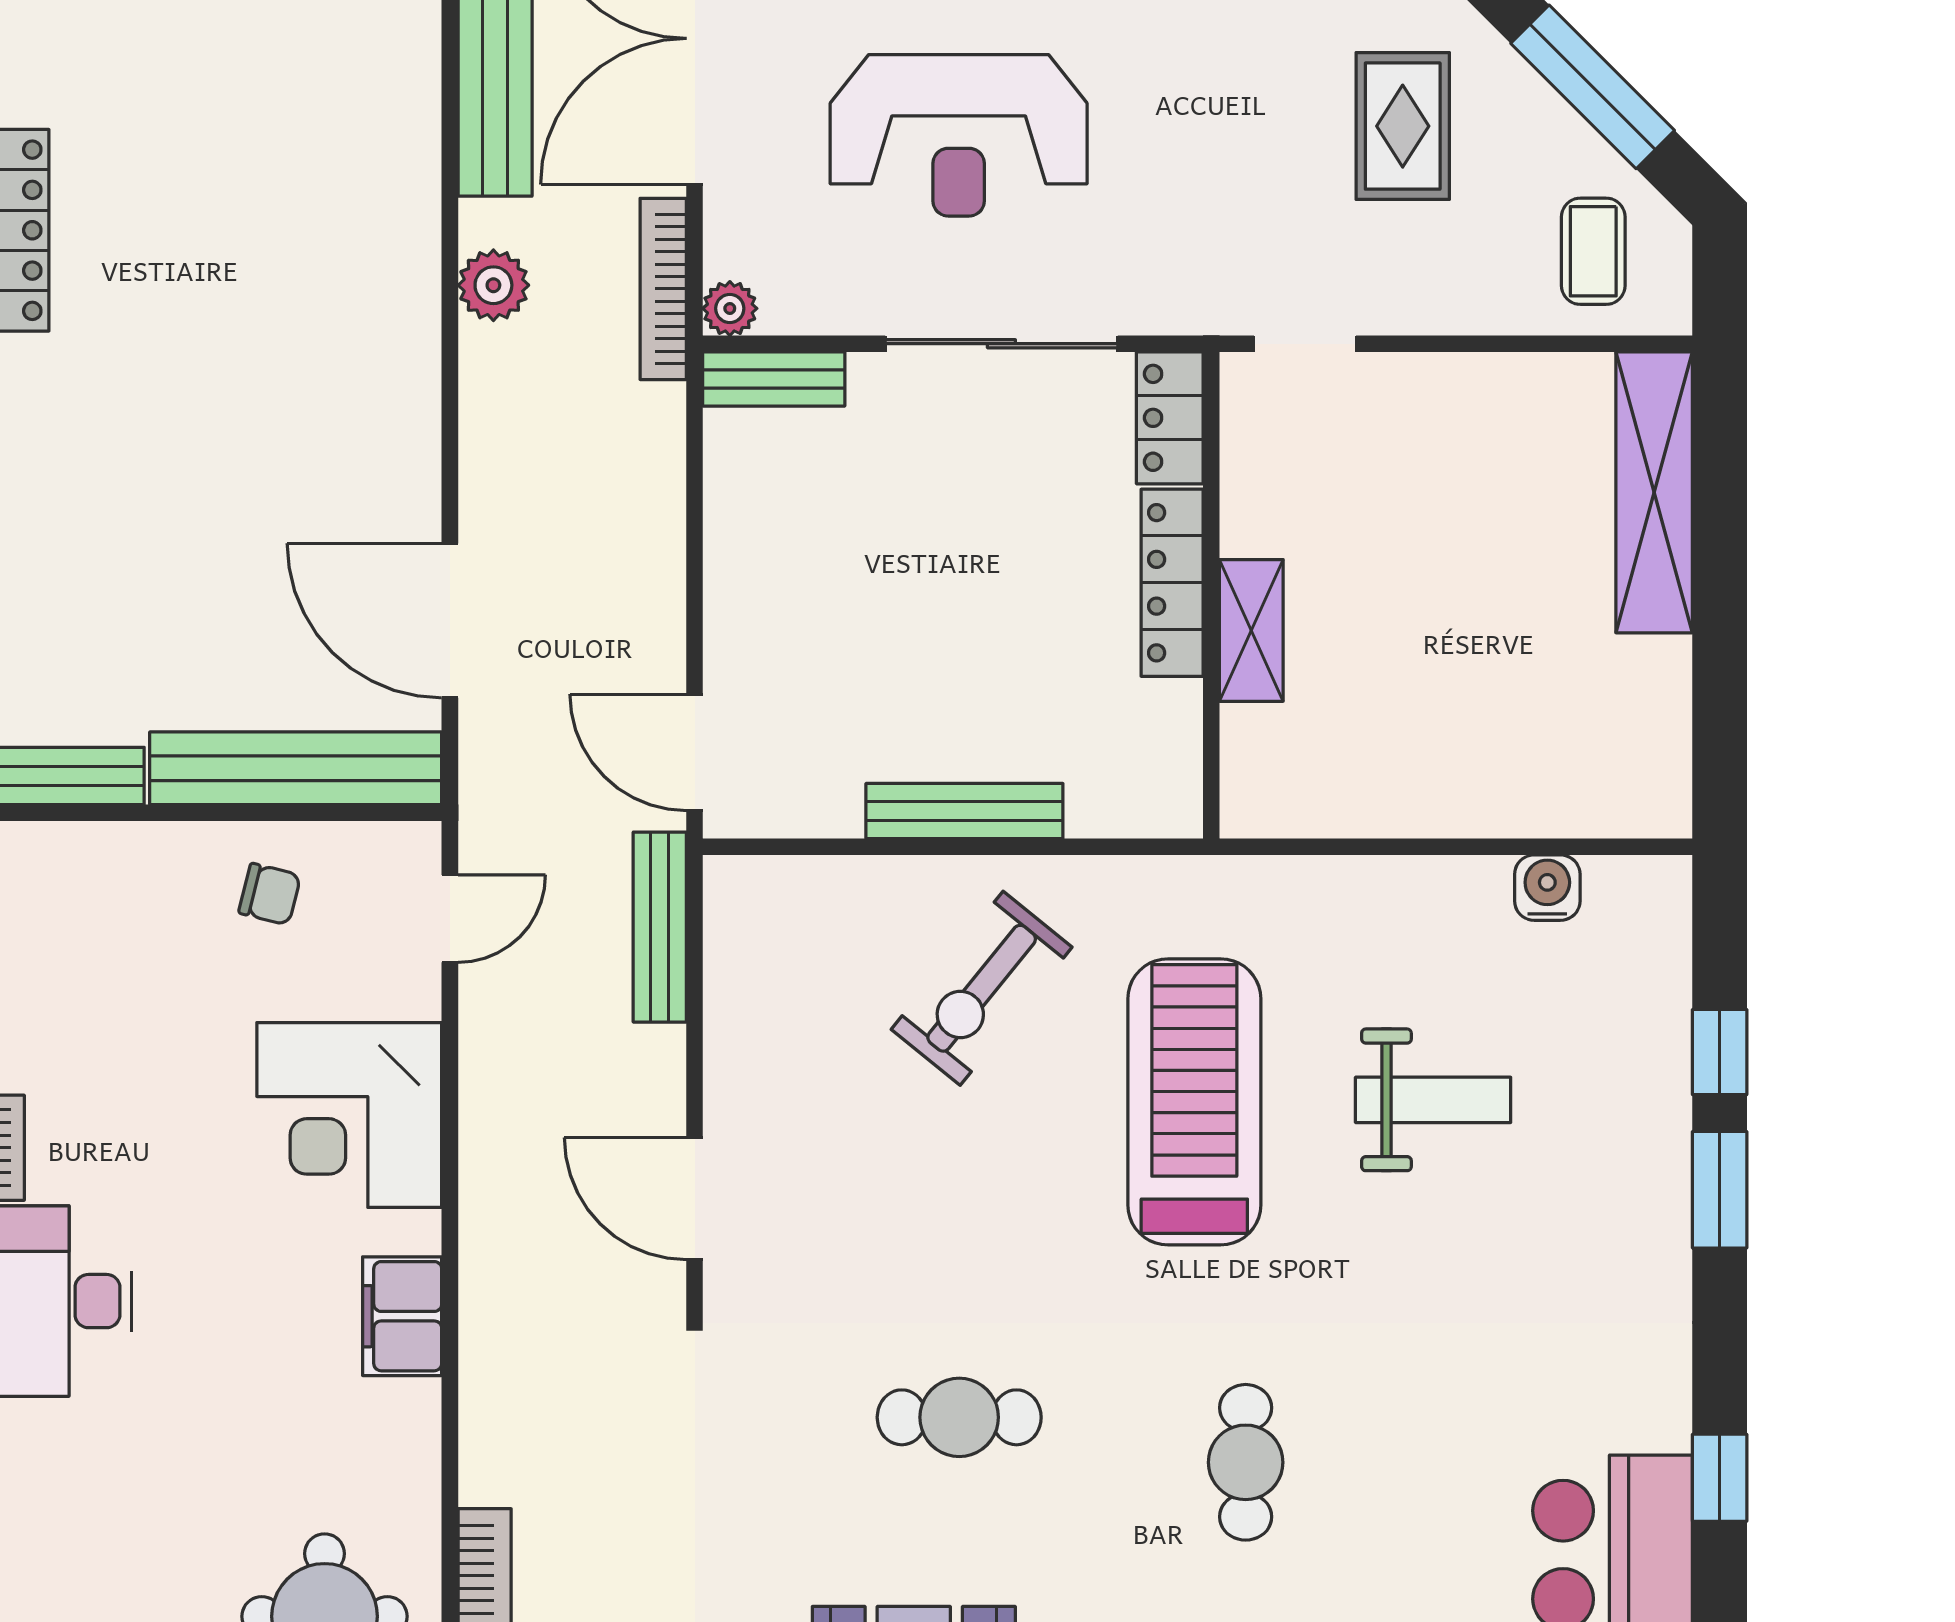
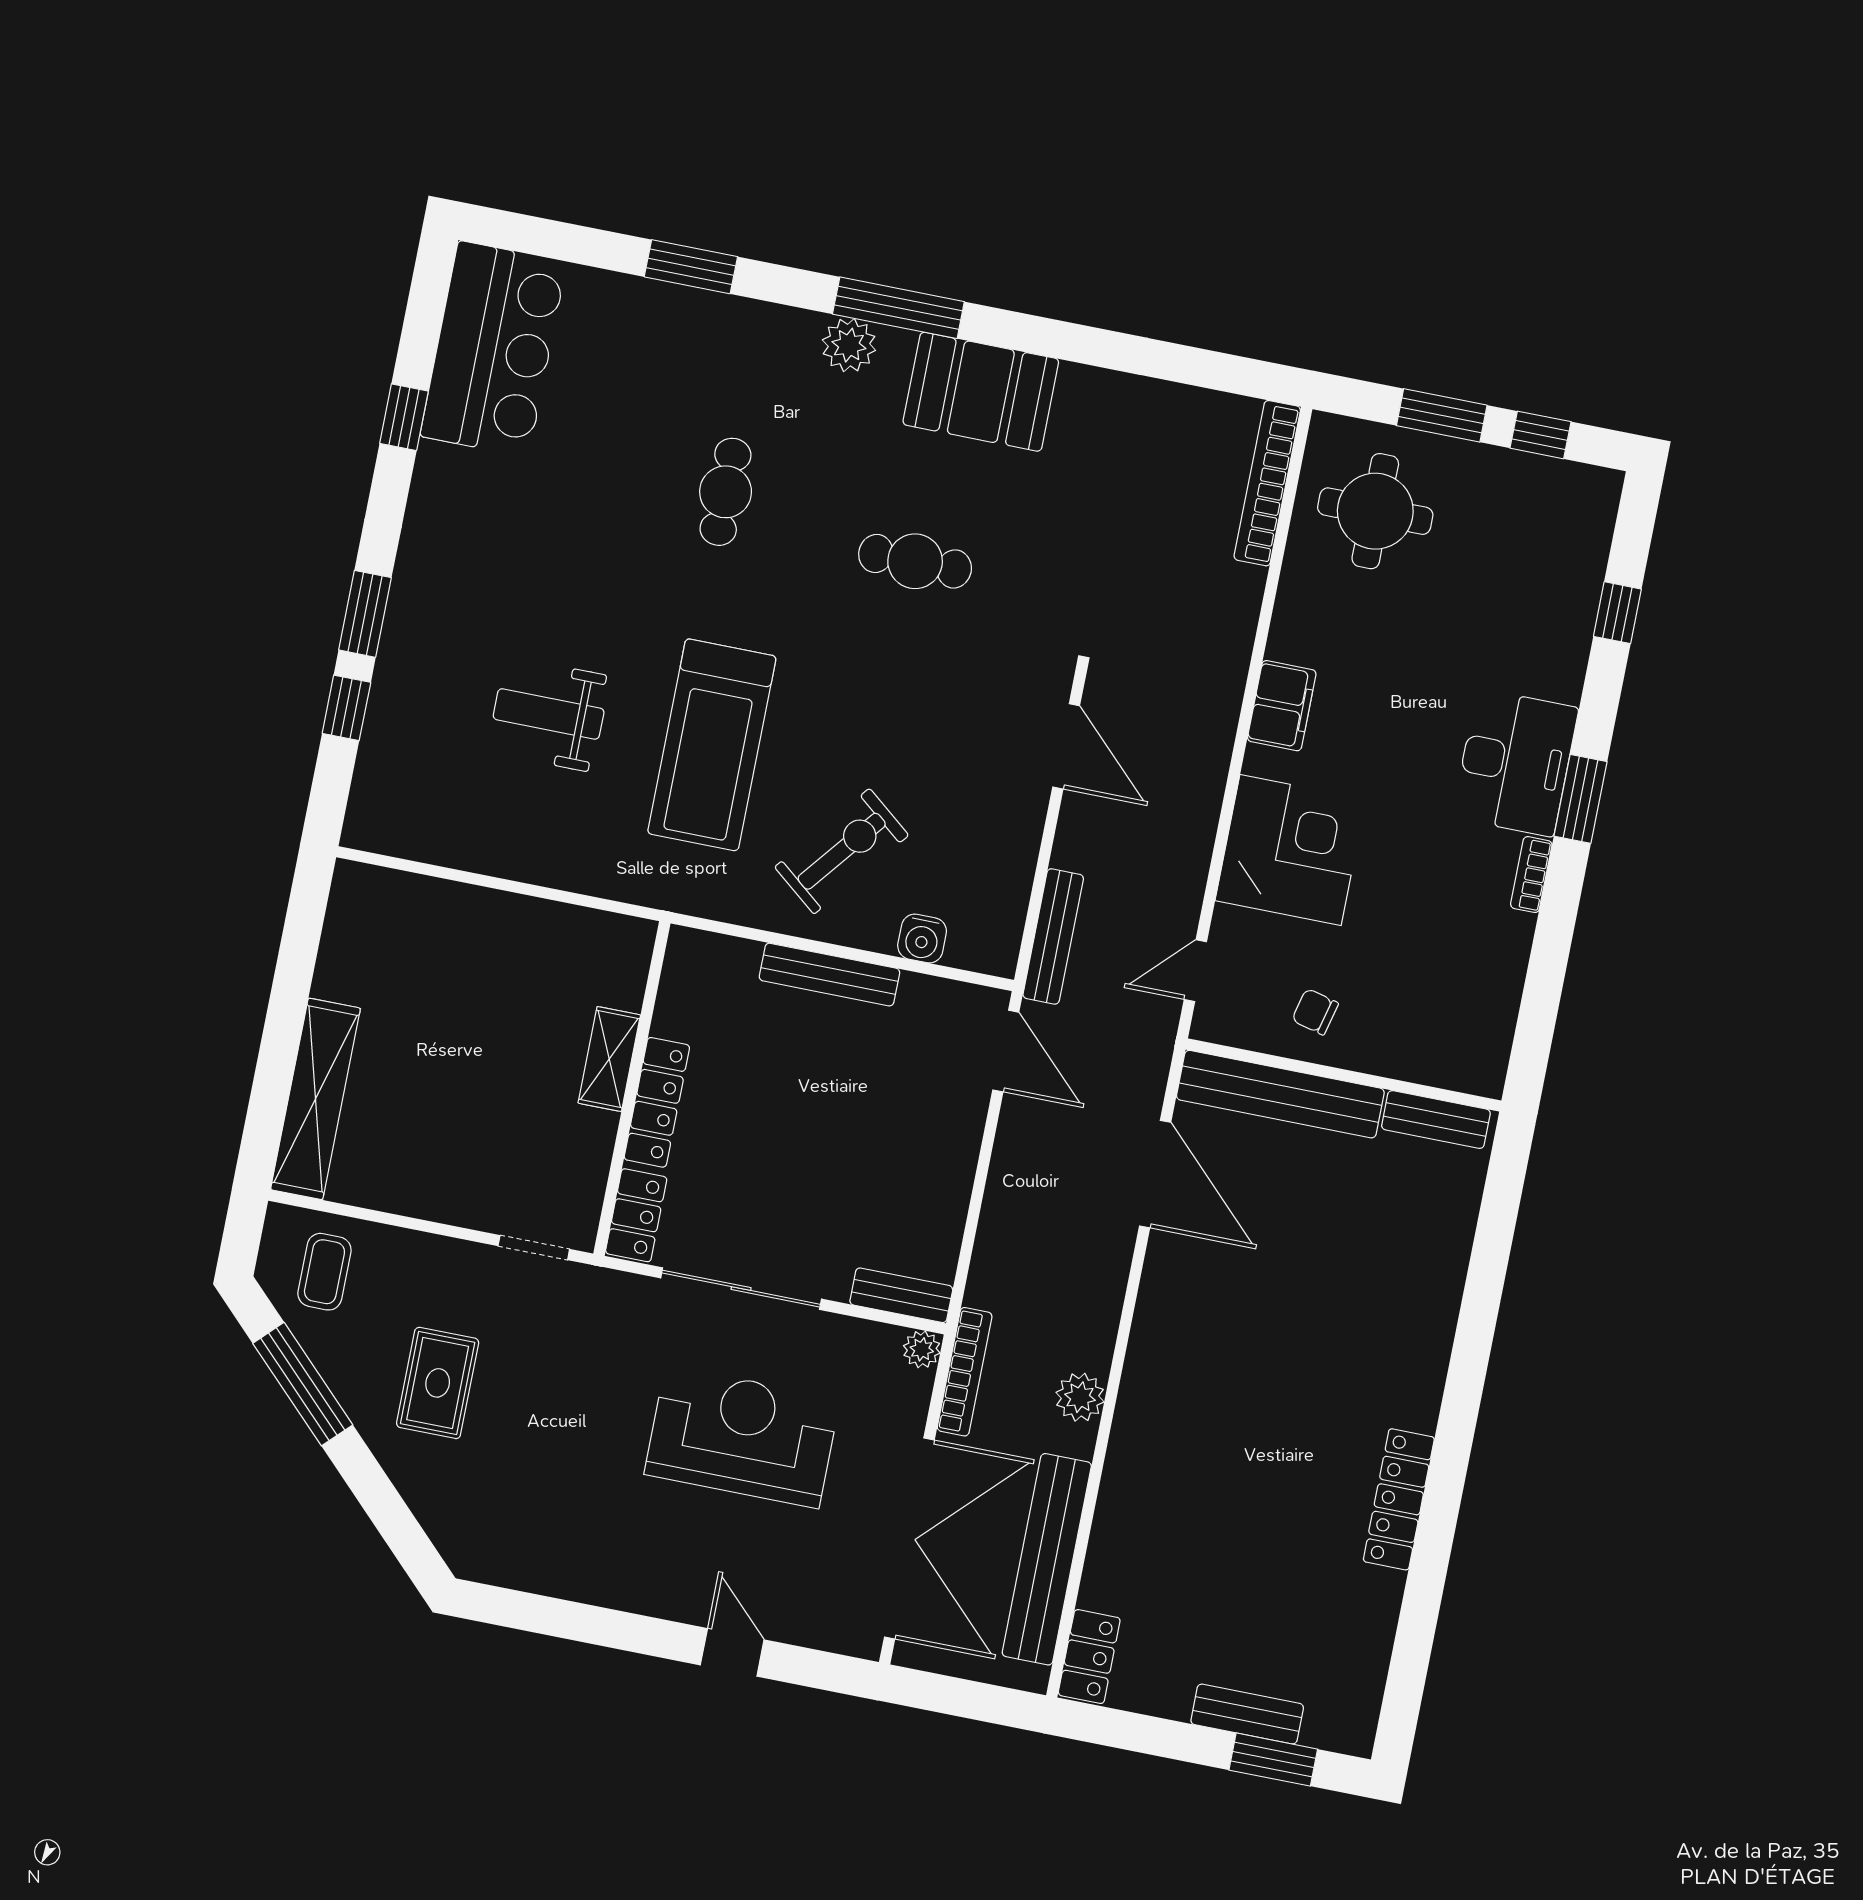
water cooler: (1547, 888) -> (922, 939), moved

